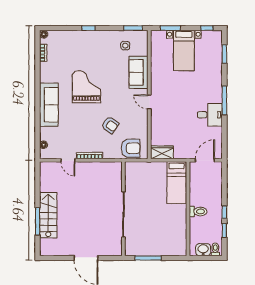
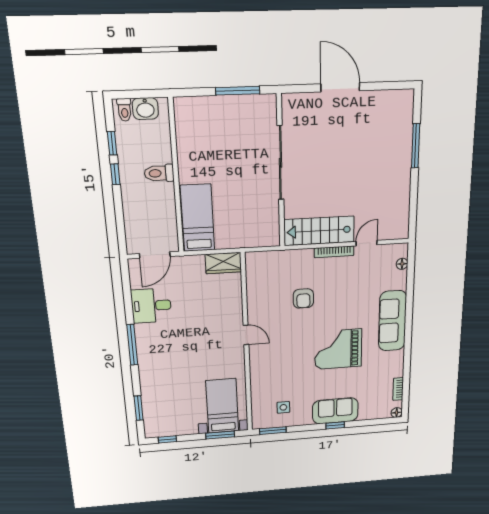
bed with nightstands: (184, 51) -> (222, 406), moved
sofa: (139, 72) -> (335, 411), moved, turned -90
grand piano: (86, 87) -> (338, 349), turned 90
desk: (210, 115) -> (151, 306), moved
armchair: (110, 125) -> (303, 298), turned -125
armchair: (131, 148) -> (272, 266), removed
door: (68, 160) -> (367, 243), hinge flipped
stairs: (48, 215) -> (319, 231), moved, turned 90

